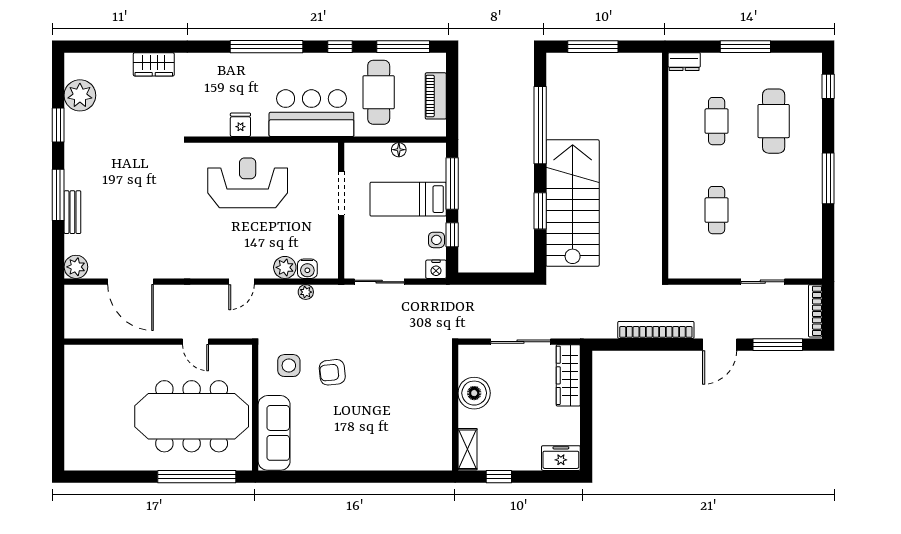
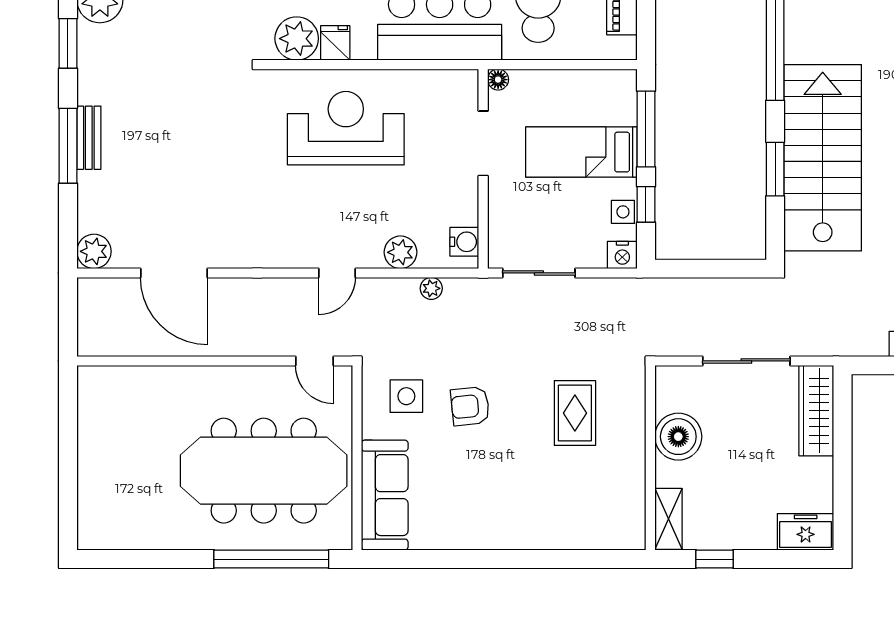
plant: (214, 122) -> (297, 39), added
floor lamp: (399, 150) -> (498, 80), moved
bench: (72, 212) -> (89, 138), moved
water cooler: (307, 269) -> (464, 242), moved, turned -90
door: (195, 342) -> (315, 361), moved
rug: (404, 377) -> (575, 413), added

